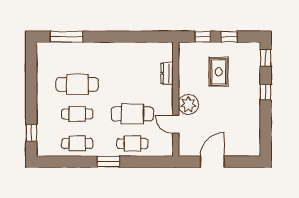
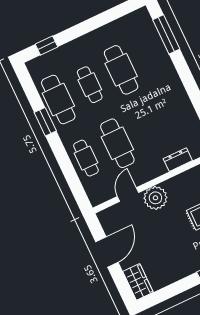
cafe table: (77, 144) -> (58, 100), width x1.37, depth x1.35
wardrobe: (247, 148) -> (138, 282), added
window: (108, 162) -> (45, 122), moved
door: (212, 162) -> (107, 252), hinge flipped

